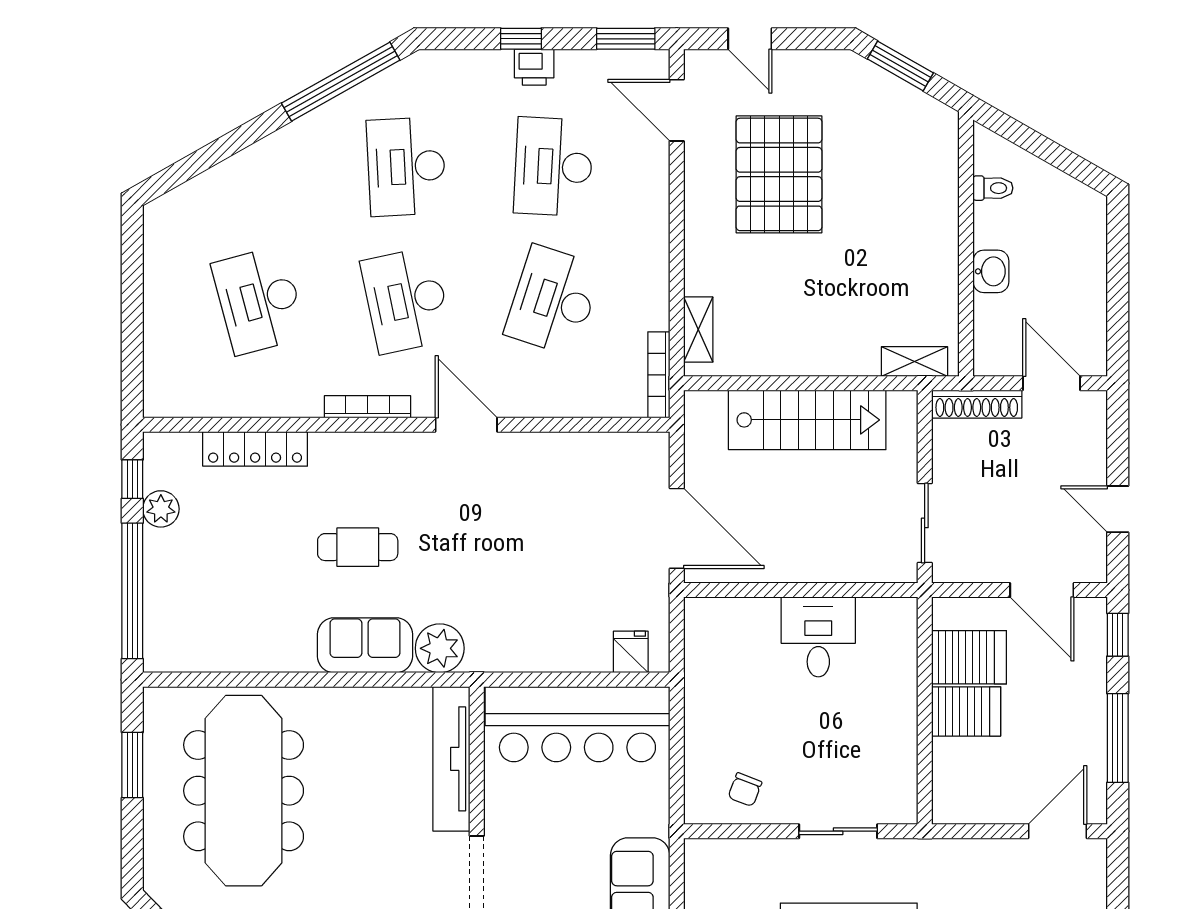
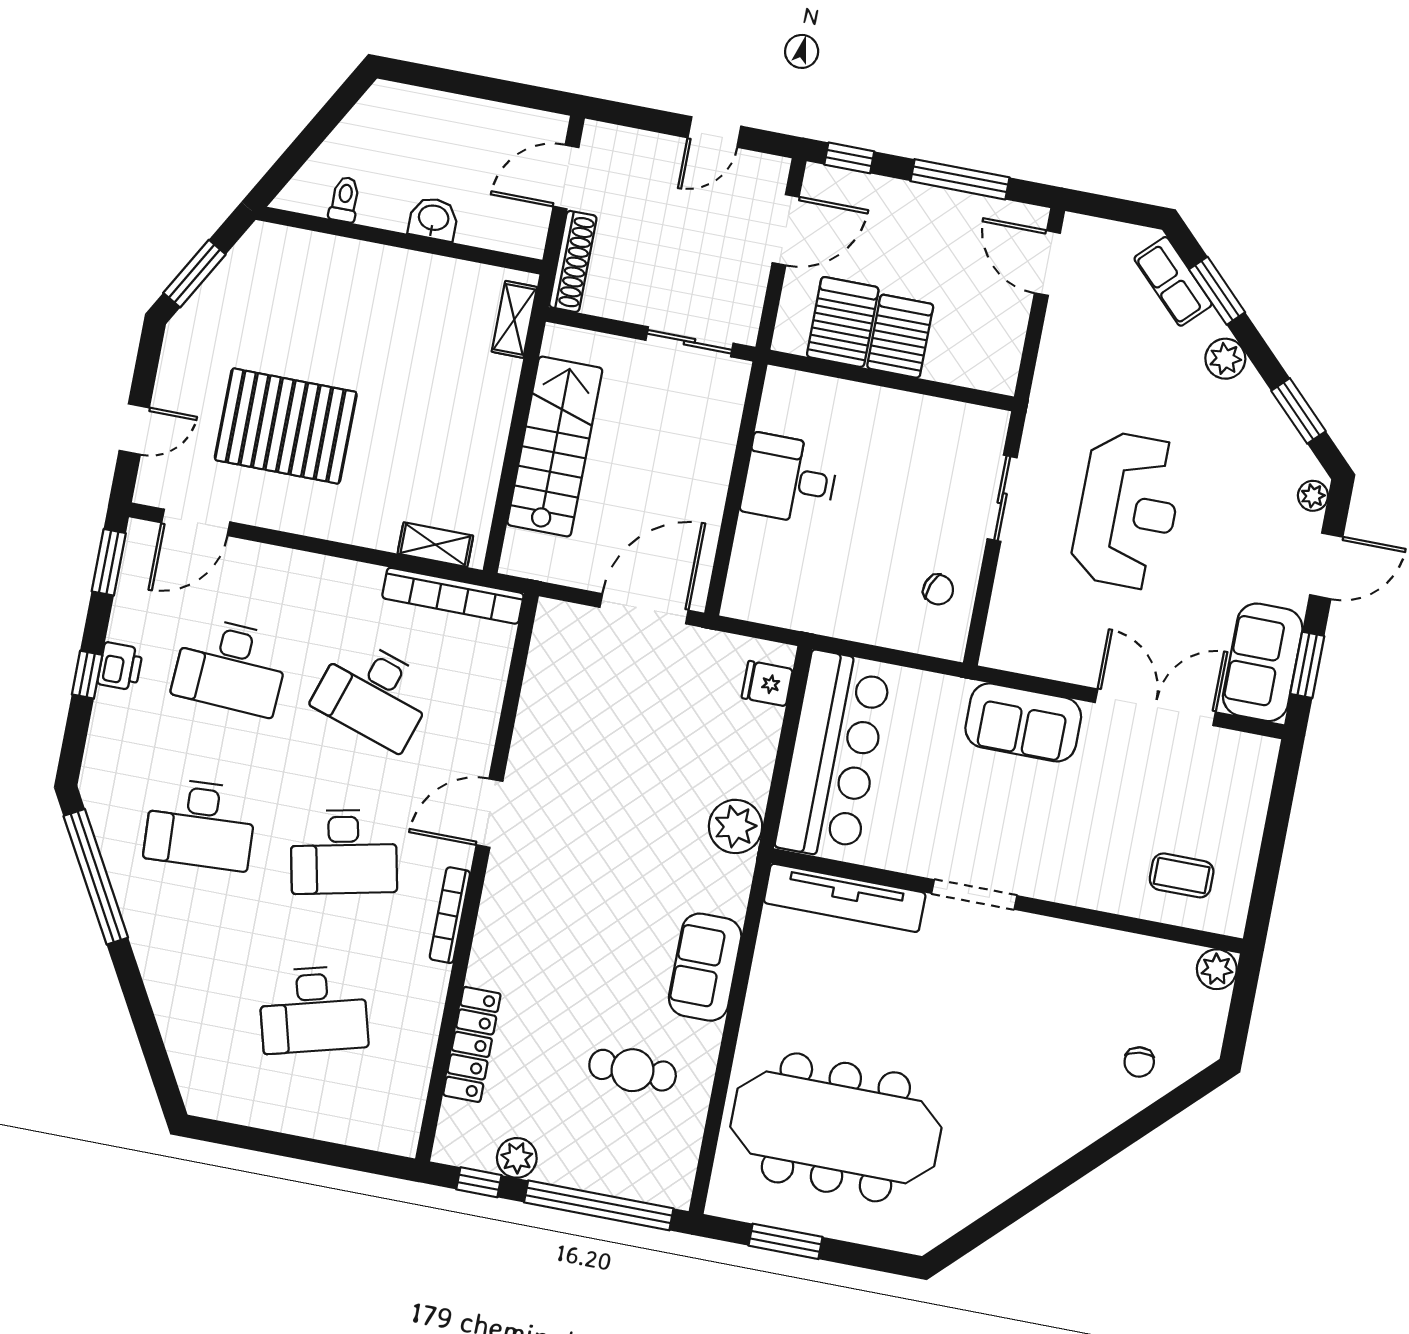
bookcase: (659, 375) -> (453, 596), width x1.48, depth x1.31
cafe table: (358, 547) -> (633, 1070), moved, turned 90
plant: (440, 648) -> (736, 826), moved

